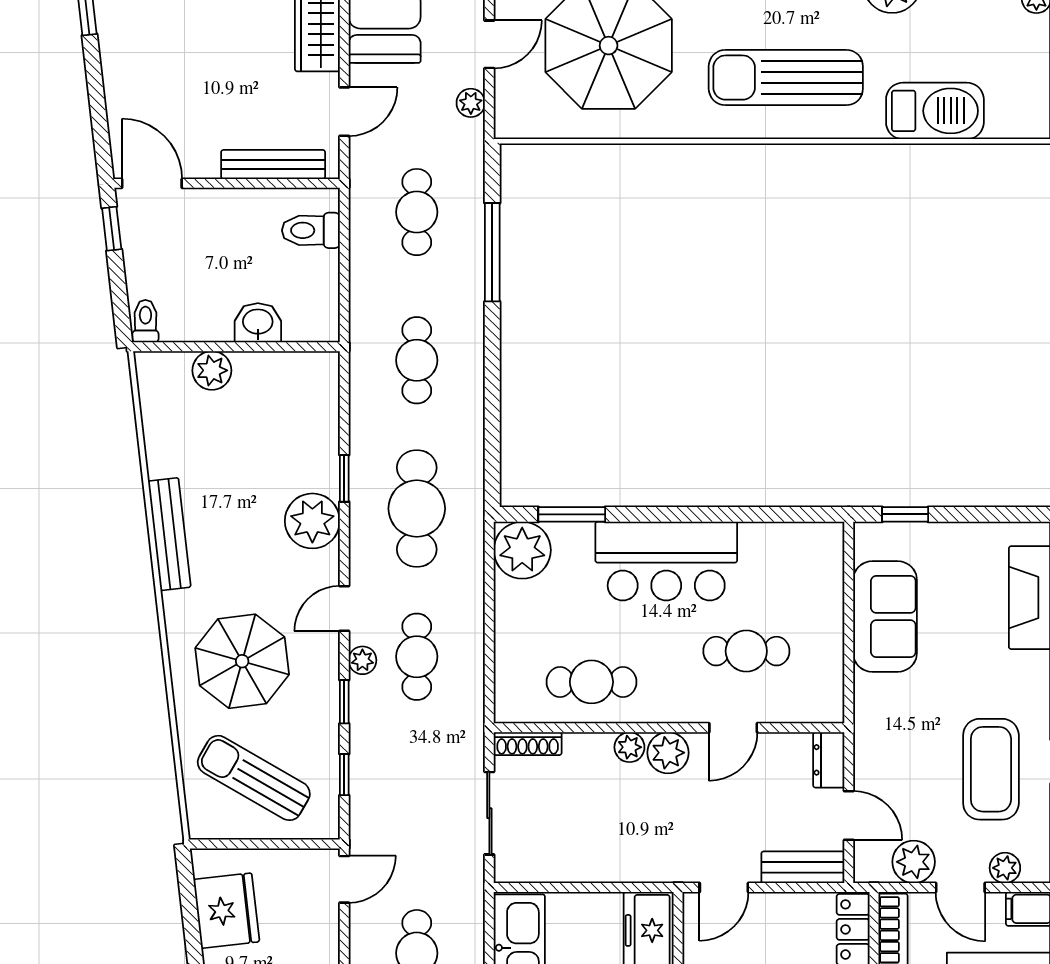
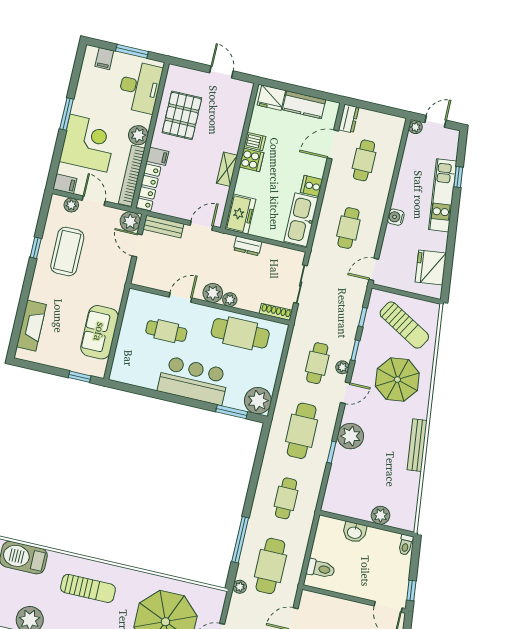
sun lounger: (786, 78) -> (88, 588), width x0.73, depth x0.75
plant: (471, 103) -> (240, 587), moved
bench: (273, 164) -> (331, 603), removed
cafe table: (417, 212) -> (270, 566), width x1.37, depth x1.35
cafe table: (591, 682) -> (240, 333), width x1.37, depth x1.35
dresser: (829, 760) -> (248, 246), moved, turned 90
plant: (914, 862) -> (130, 221), moved

